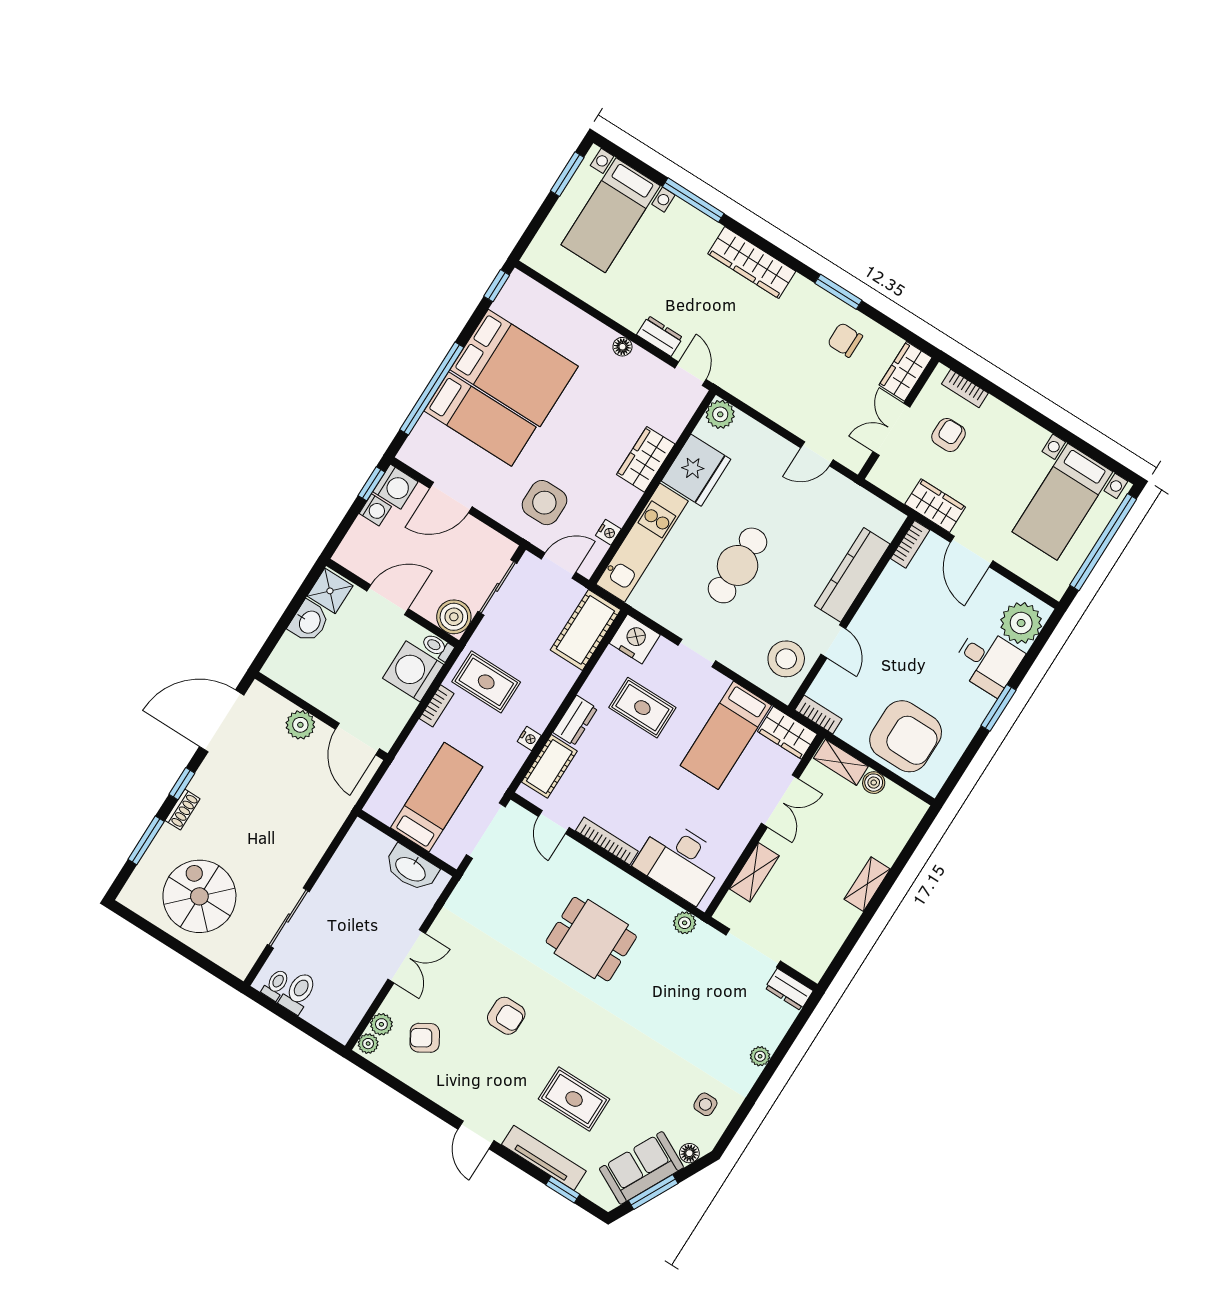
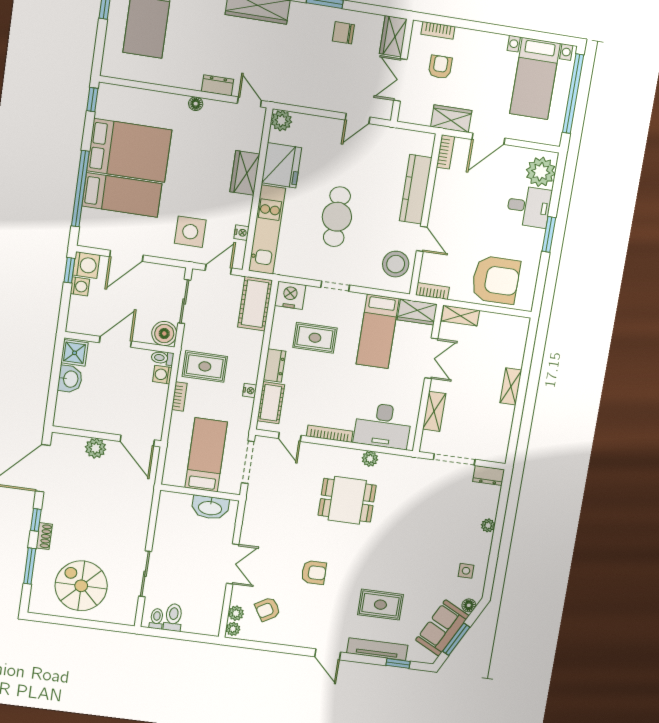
door: (972, 552) -> (488, 139), hinge flipped
washing machine: (413, 671) -> (162, 375), width x0.53, depth x0.53
boiler: (874, 783) -> (487, 319), removed
plant: (685, 923) -> (370, 459), moved

